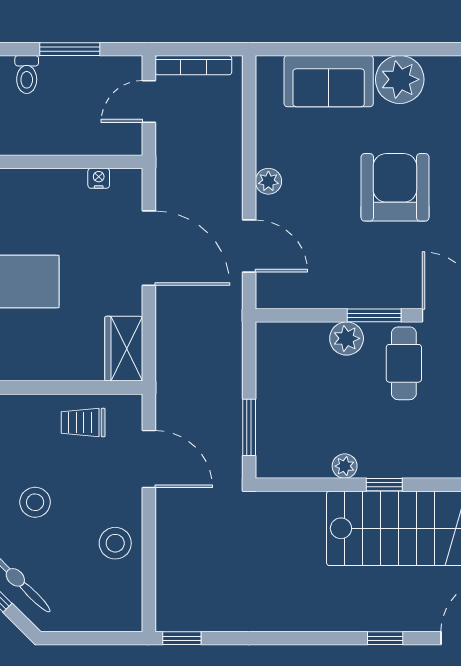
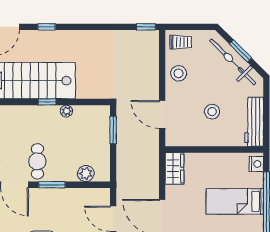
plant: (347, 338) -> (86, 173), moved
trolley: (83, 423) -> (181, 42), moved
stool: (35, 502) -> (212, 112), moved

